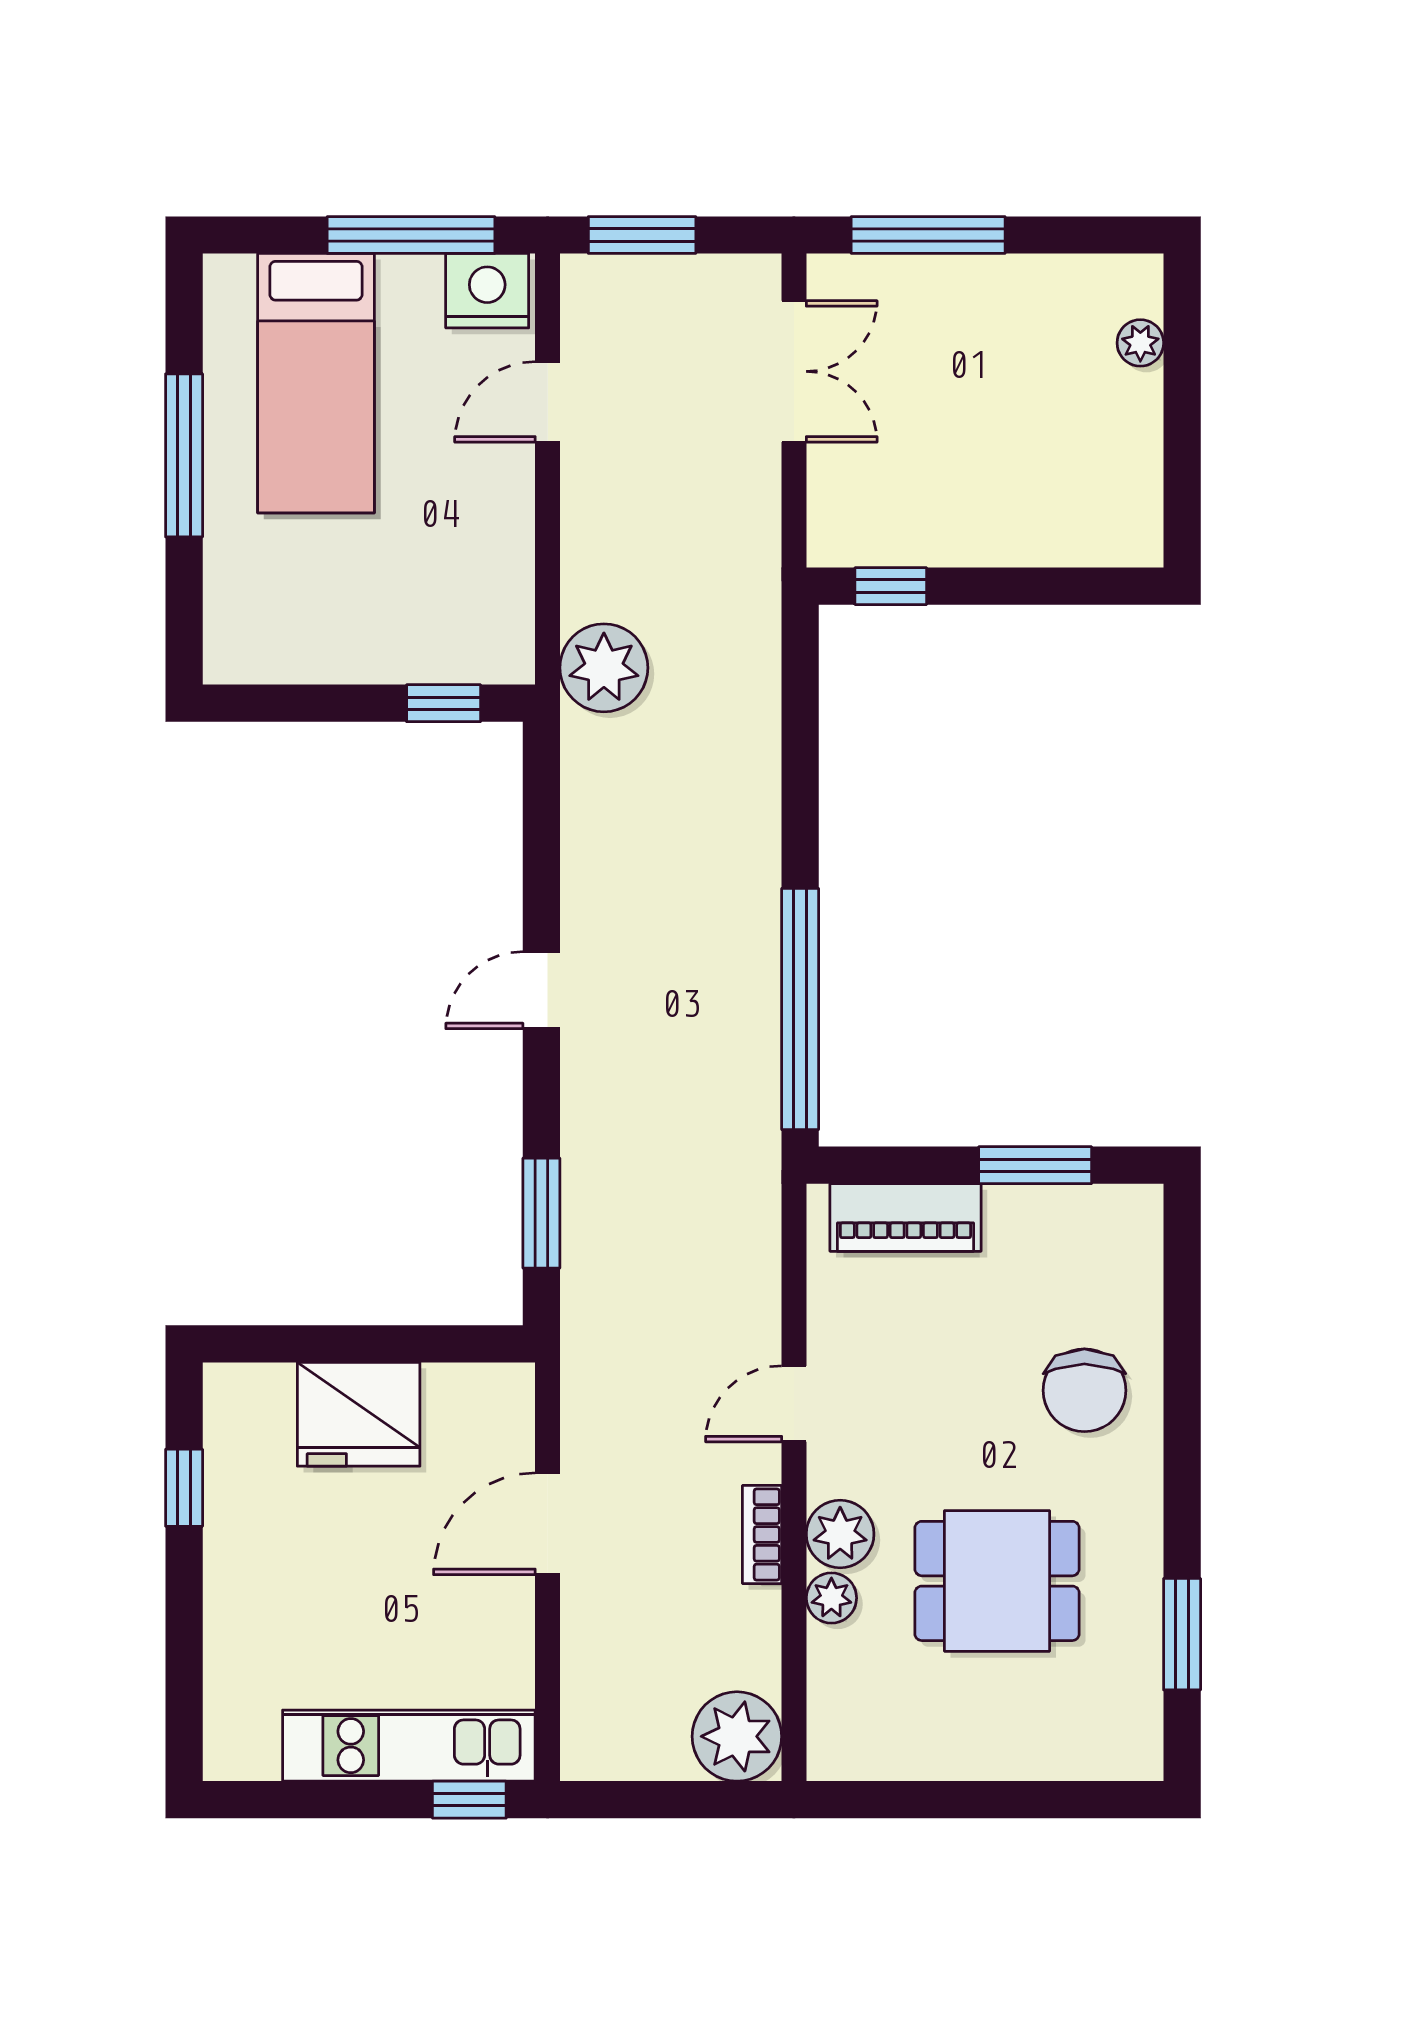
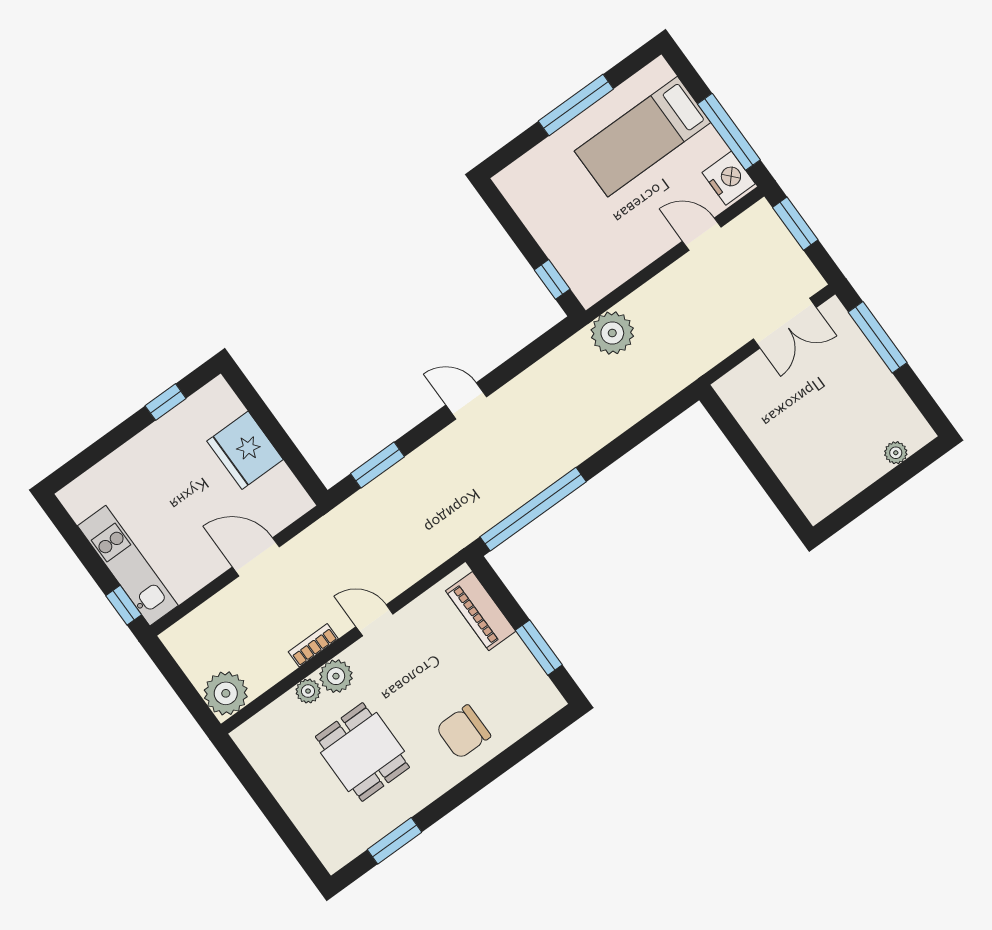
window: (891, 586) -> (727, 424), removed

